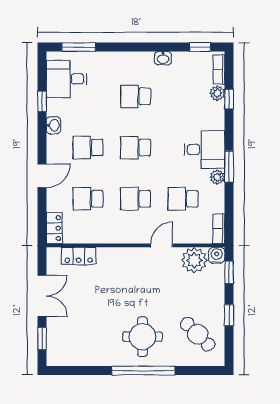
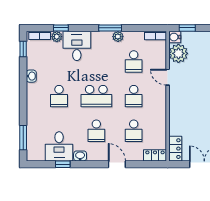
desk: (67, 79) -> (59, 146), moved
school desk: (136, 148) -> (96, 96), width x1.85
desk: (204, 150) -> (77, 46), moved
locker: (79, 256) -> (175, 149), moved

